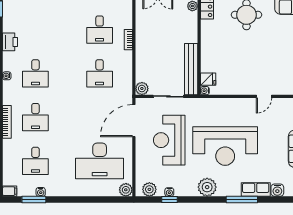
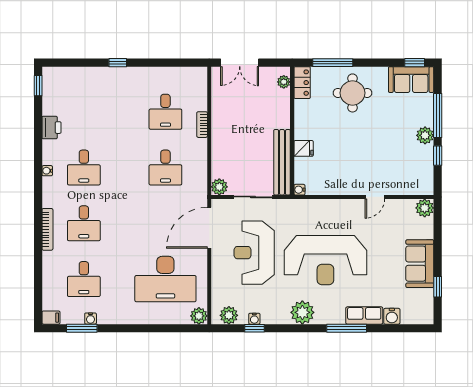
fridge: (208, 79) -> (304, 148), moved

